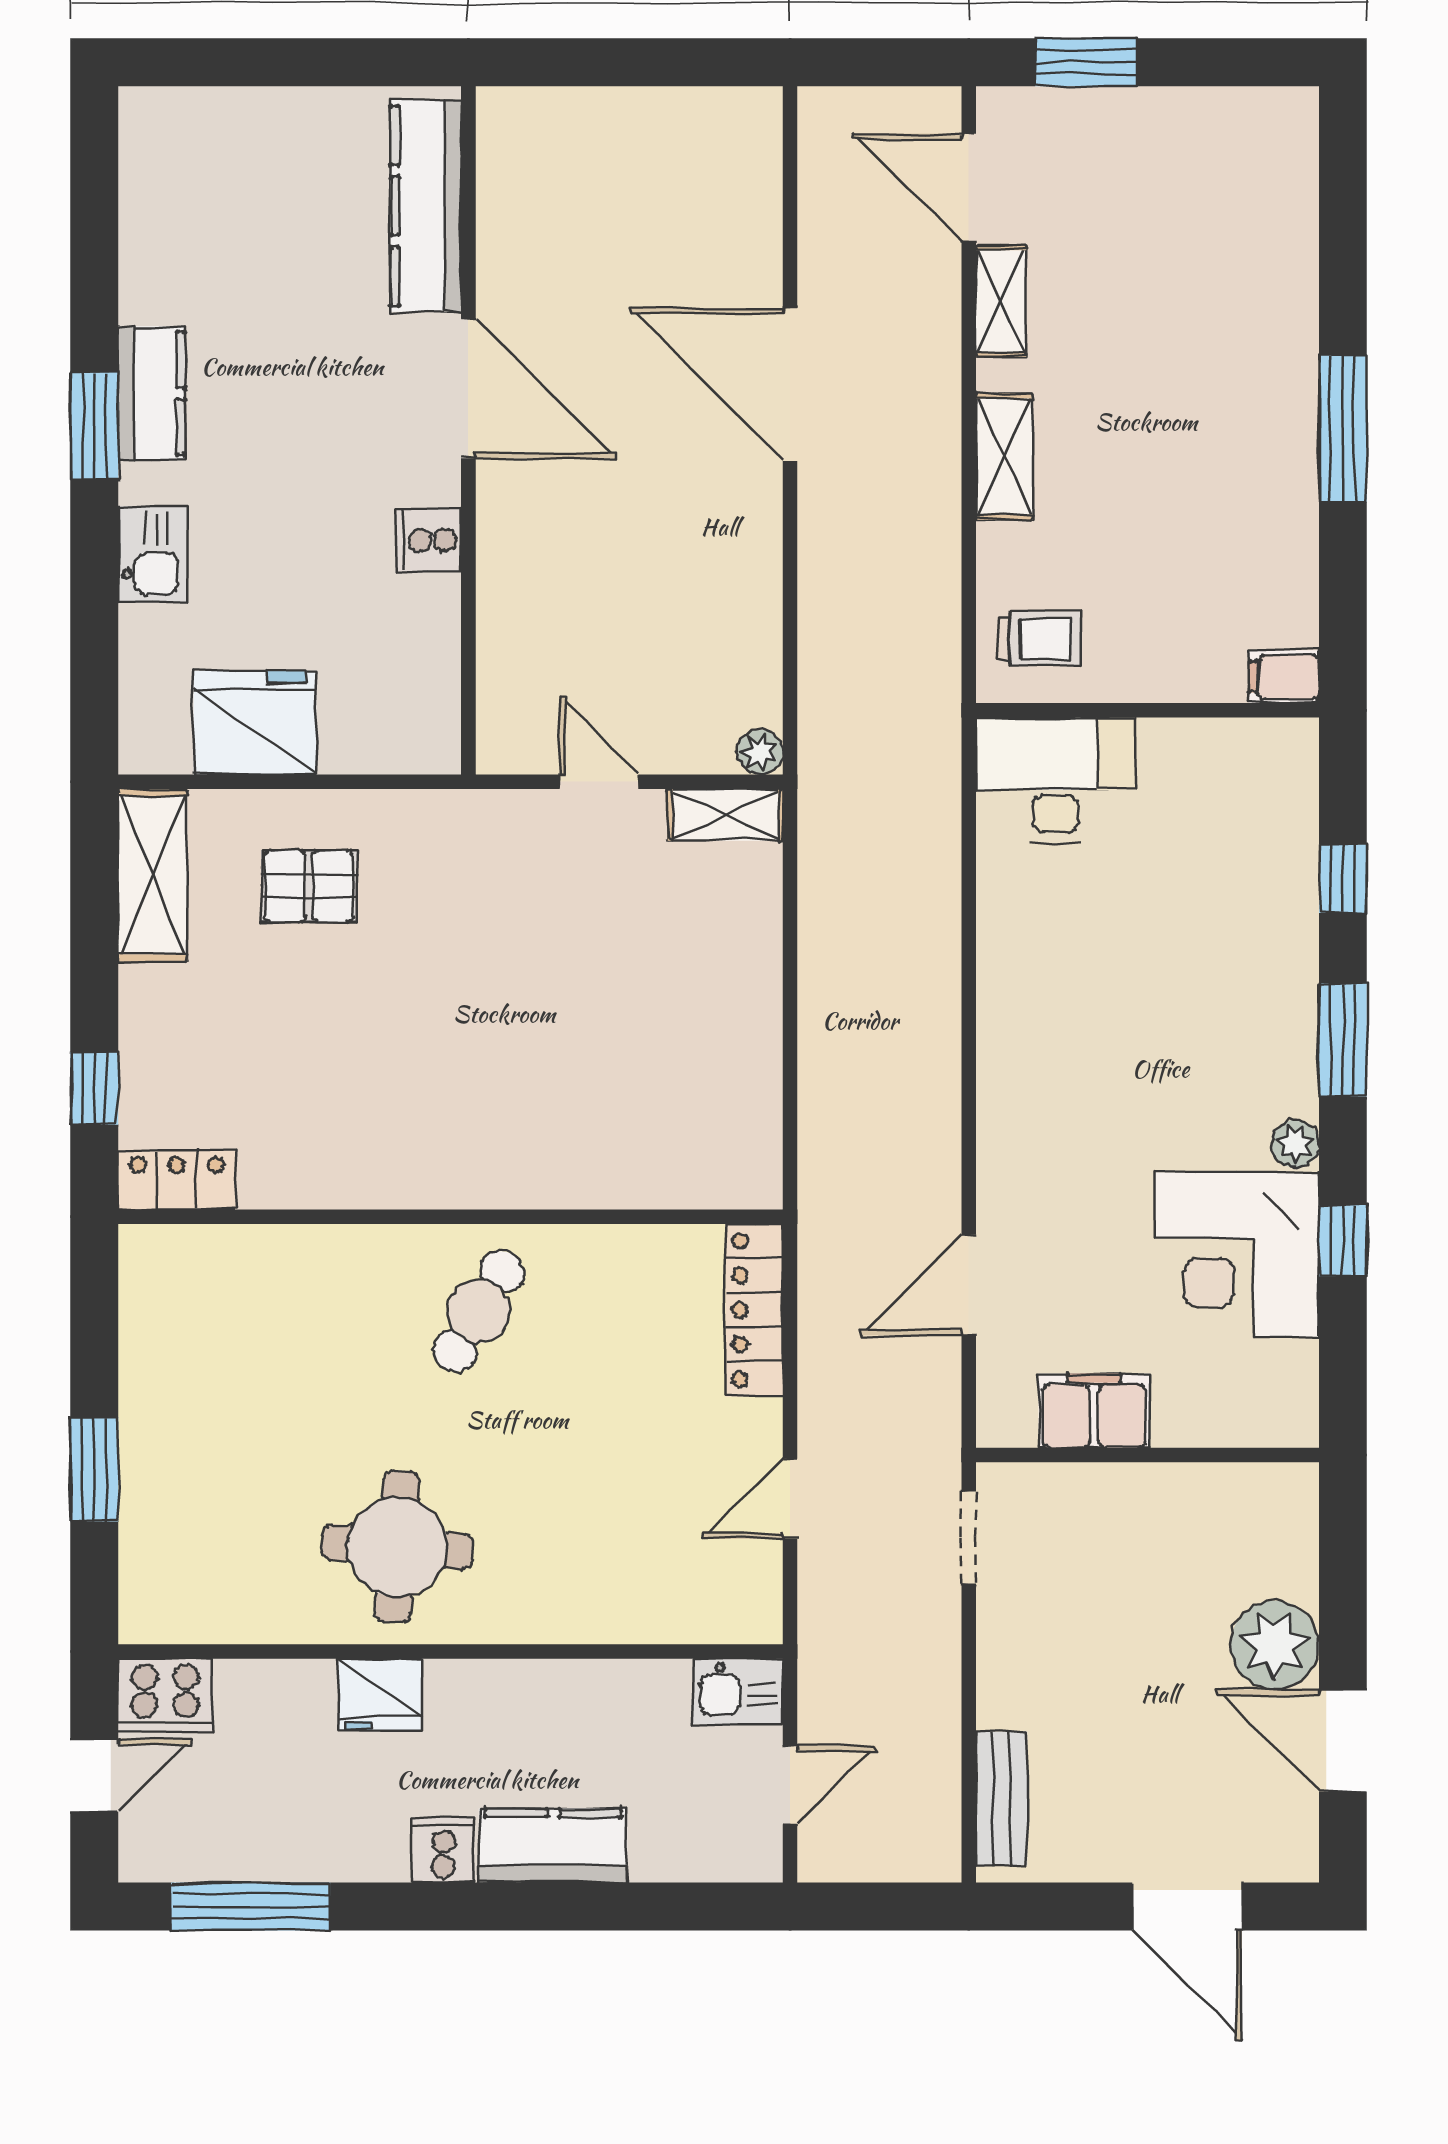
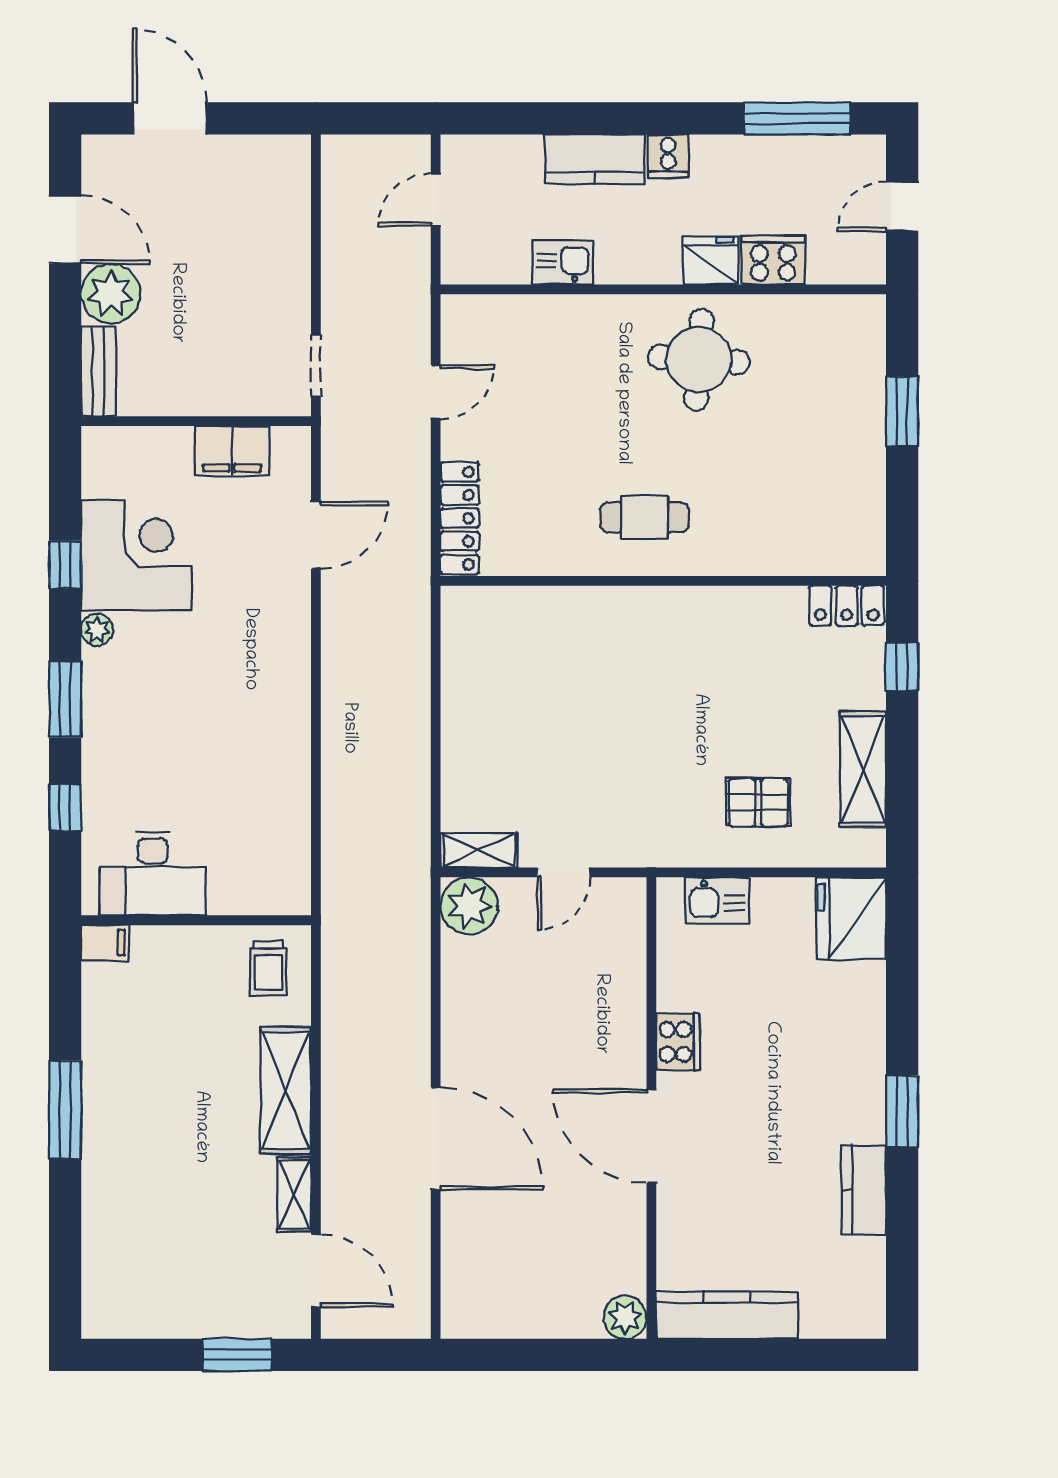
plant: (508, 118) -> (625, 1317), added
kitchen counter: (426, 206) -> (727, 1315), moved, turned -90
kitchen counter: (152, 393) -> (864, 1190), moved
shelving: (1004, 456) -> (286, 1090), width x1.50, depth x1.33
cooker: (428, 540) -> (678, 1042), width x1.36
kitchen sink: (153, 554) -> (717, 901), moved, turned -90
trolley: (1040, 639) -> (268, 968), turned -90
fridge: (255, 723) -> (851, 918), moved, turned 90
plant: (760, 752) -> (469, 906), width x1.87, depth x1.87
desk: (1055, 780) -> (153, 874), moved
door: (599, 782) -> (564, 872), hinge flipped
shelving: (153, 875) -> (863, 769), moved
cafe table: (478, 1311) -> (645, 517), turned 59
kitchen sink: (738, 1691) -> (563, 263), moved
cooker: (165, 1695) -> (773, 260), moved
bench: (1001, 1798) -> (98, 371), moved

